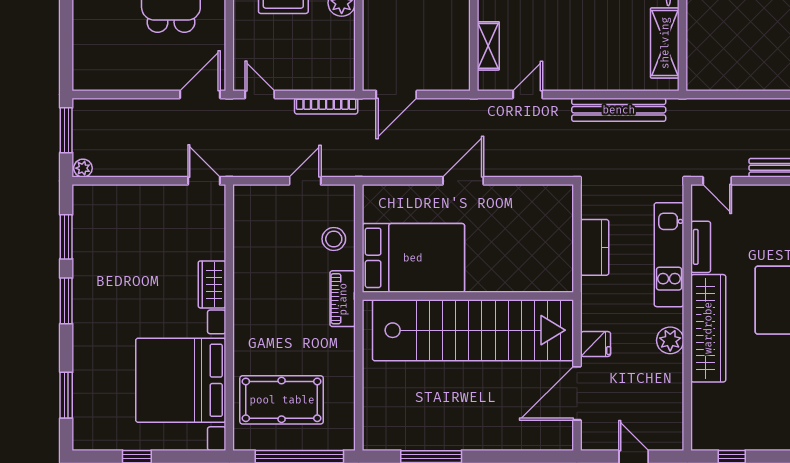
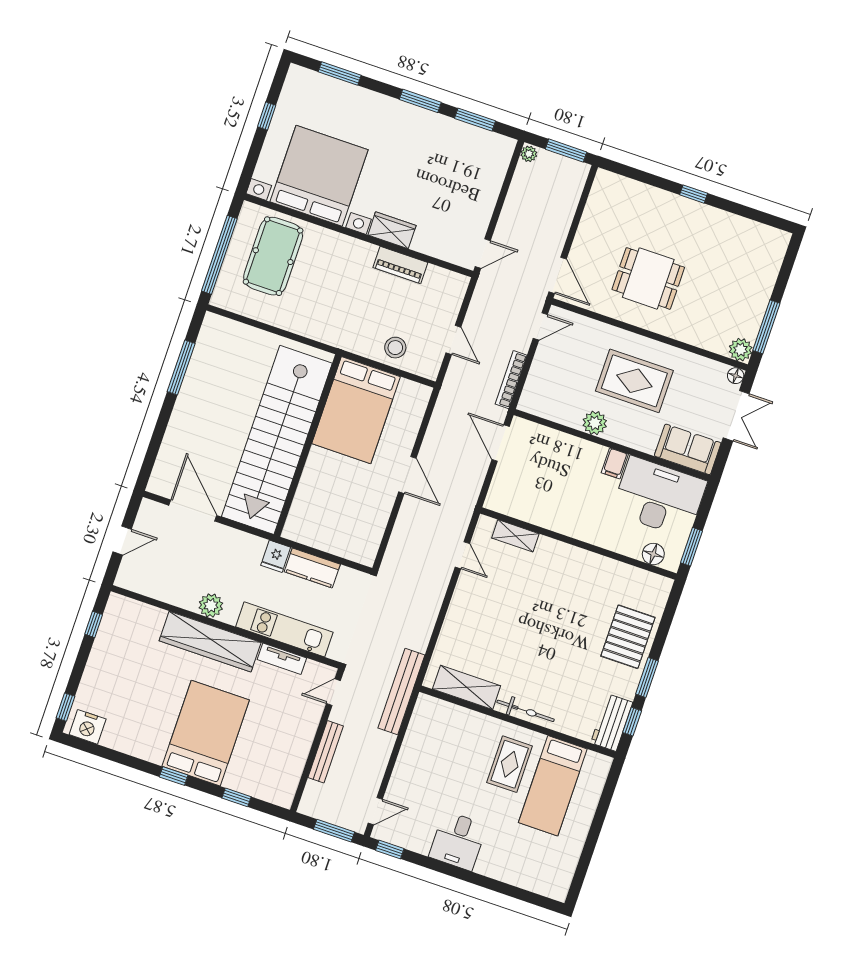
bench: (619, 110) -> (401, 692), moved
piano: (343, 299) -> (400, 265), moved, turned 180
fridge: (595, 344) -> (276, 556), moved

